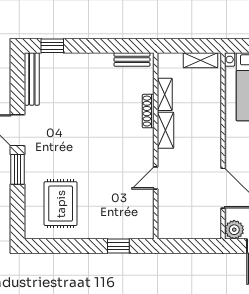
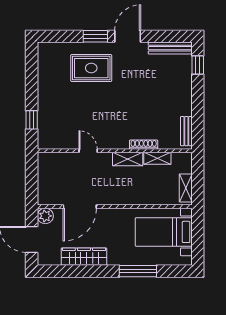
rug: (61, 204) -> (91, 68), moved

